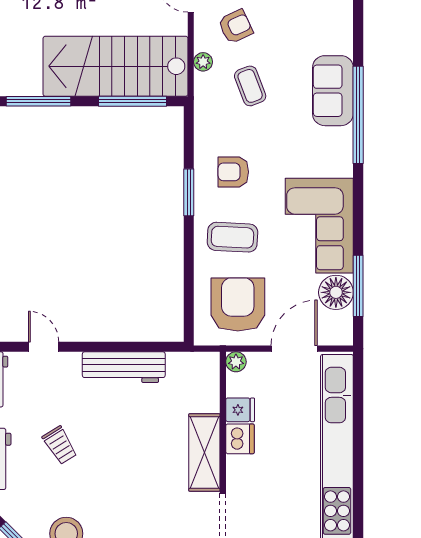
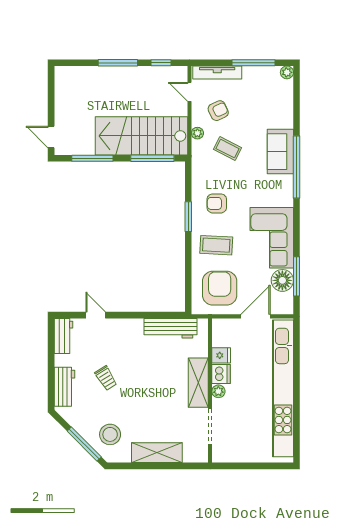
coffee table: (250, 86) -> (227, 149), turned -42
plant: (236, 362) -> (218, 391), moved
workbench: (124, 367) -> (170, 328), moved

